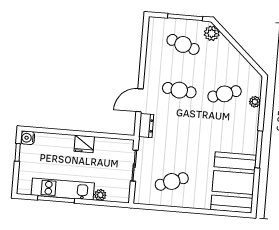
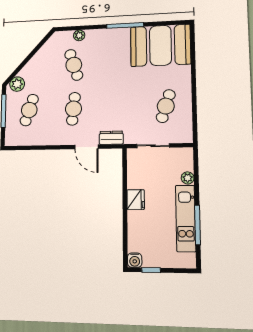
cafe table: (172, 181) -> (166, 106), turned 39

